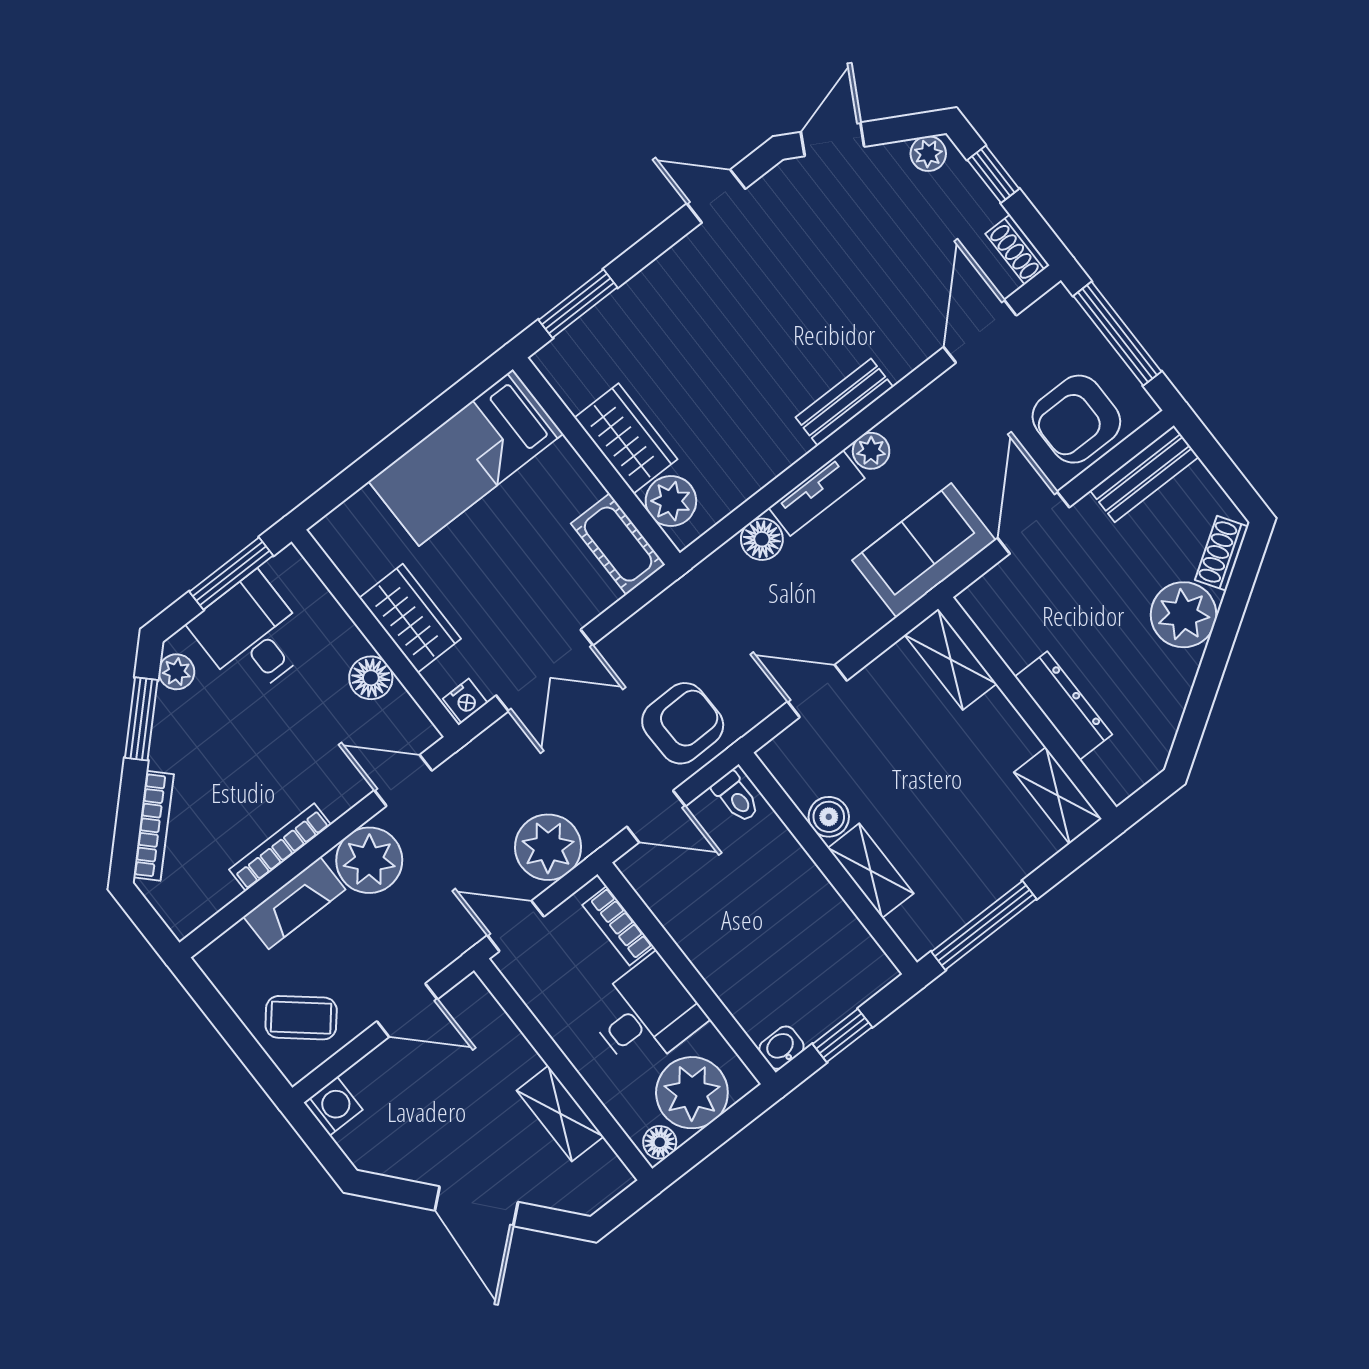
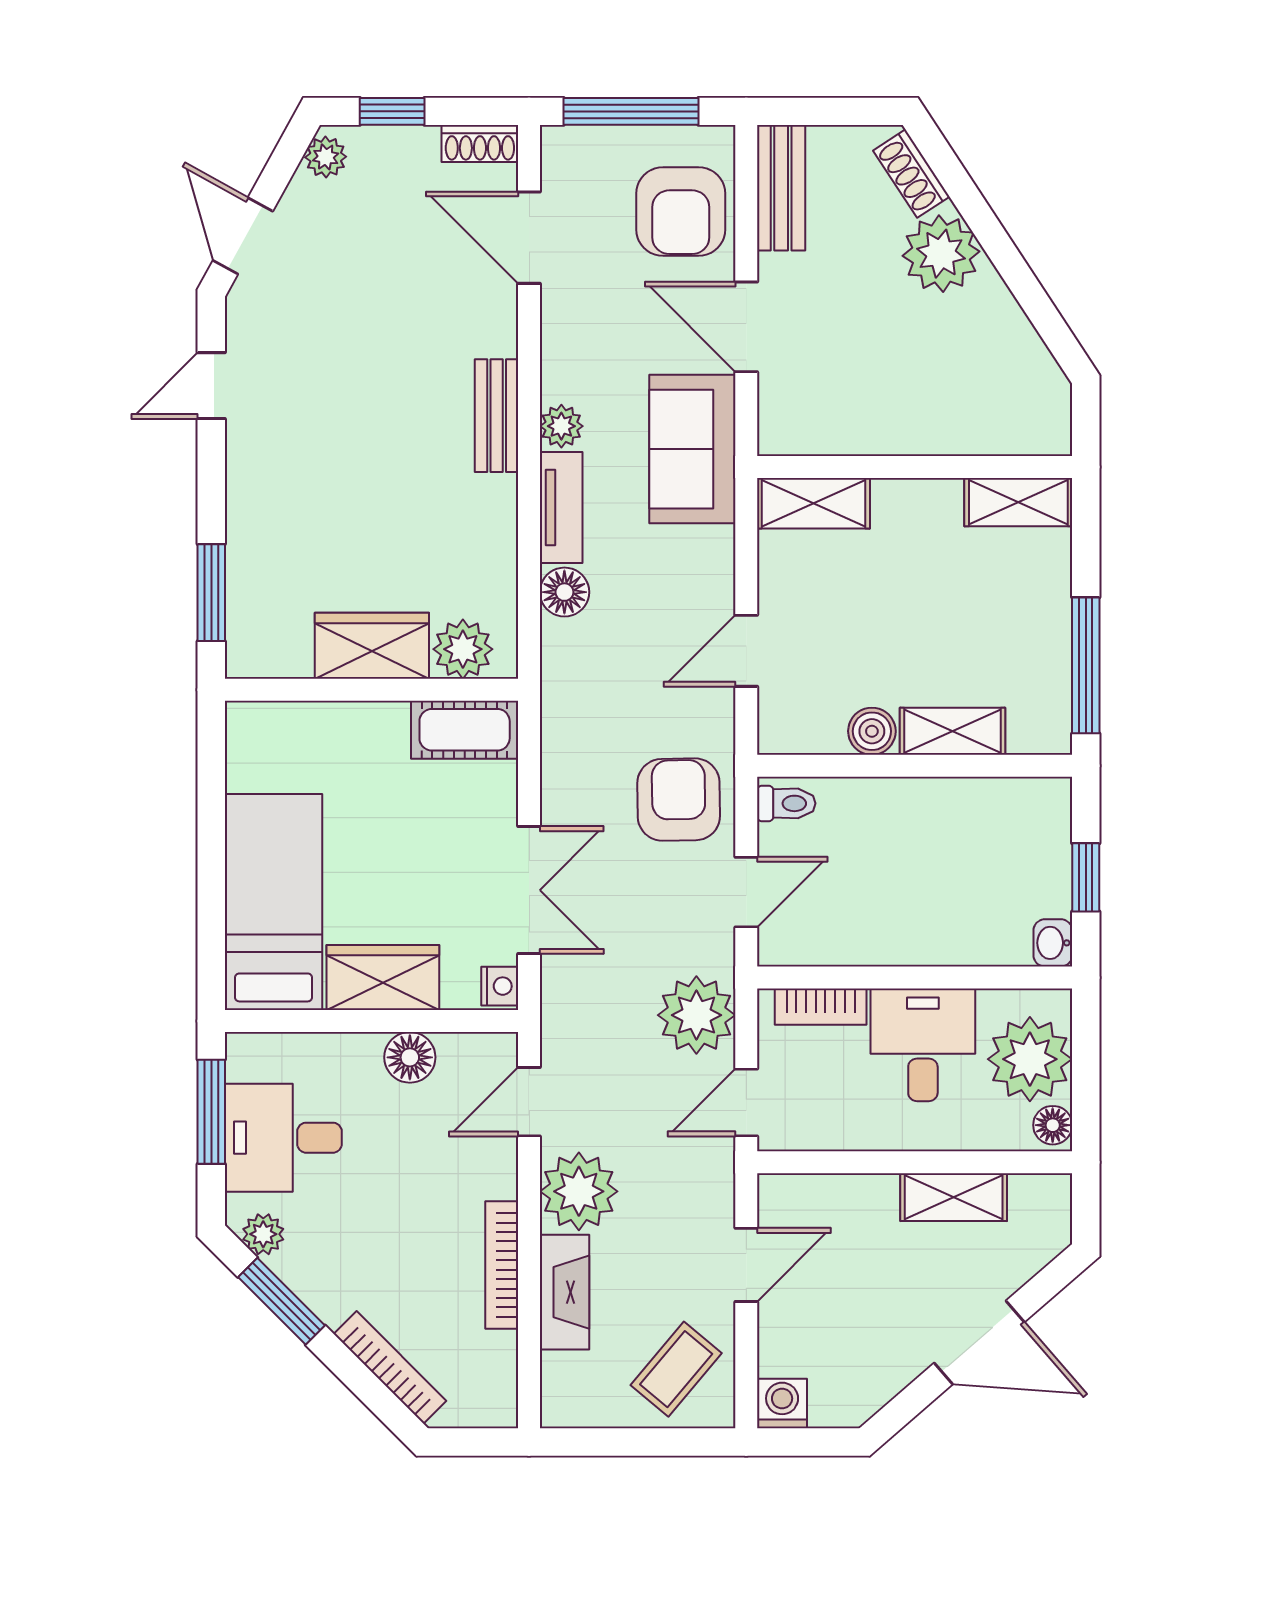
bed: (466, 458) -> (274, 902), moved, turned 180
dresser: (1063, 706) -> (939, 432), removed

